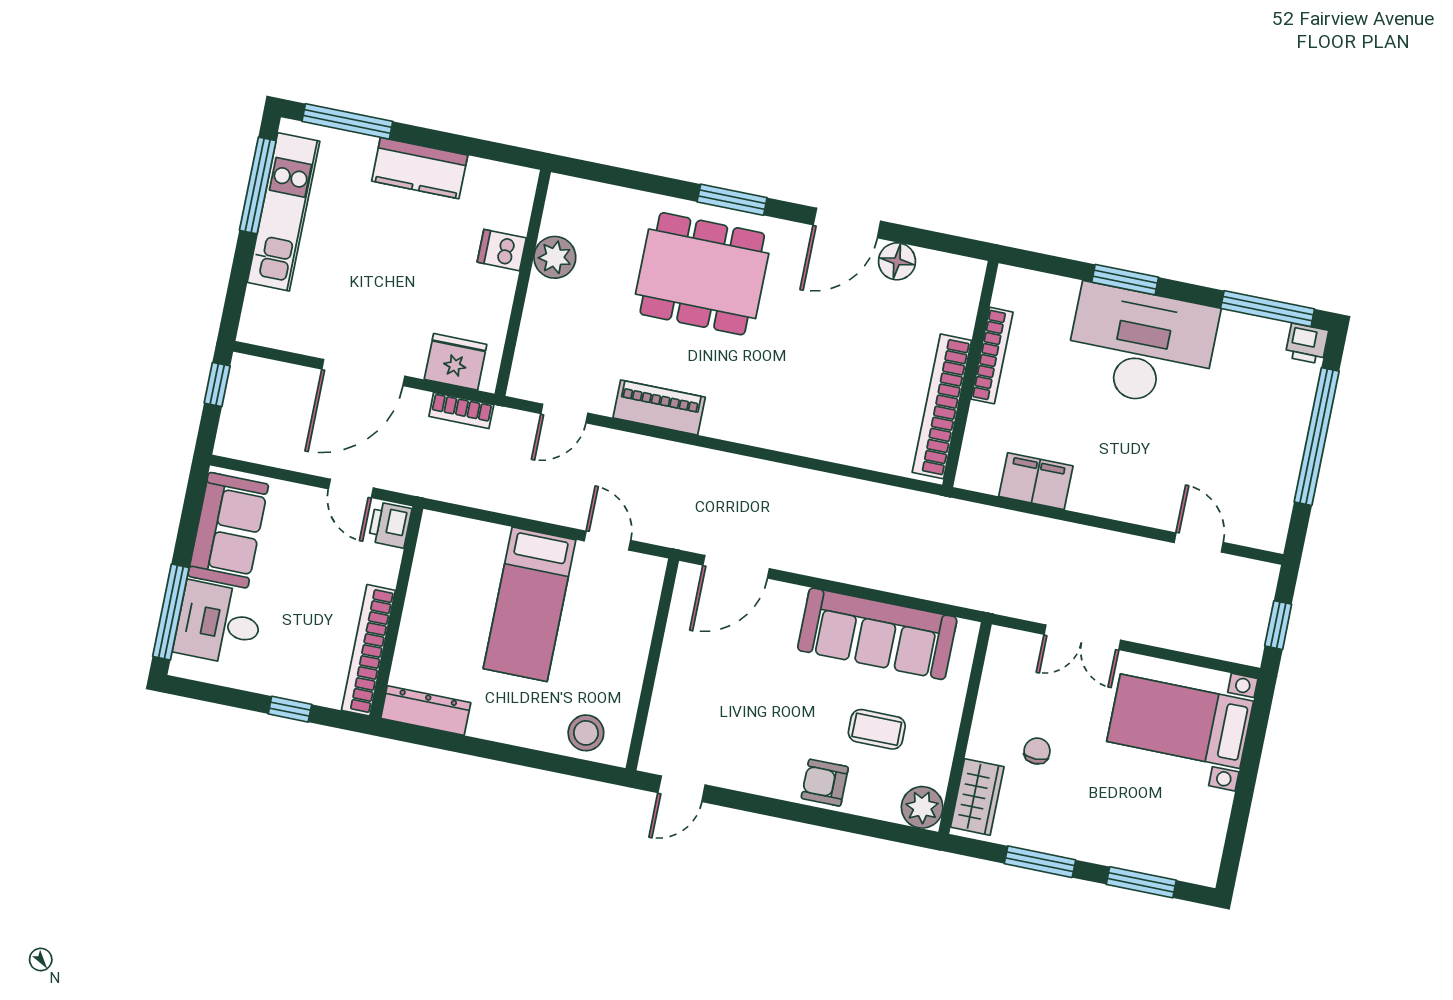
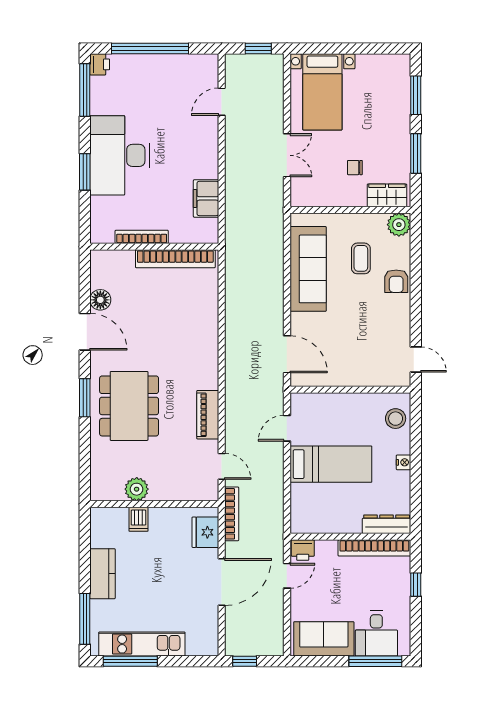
door: (363, 373) -> (222, 582), hinge flipped
bookcase: (461, 411) -> (232, 514), width x1.56
dresser: (426, 710) -> (387, 524), moved, turned 90
nightstand: (507, 731) -> (403, 462), added

